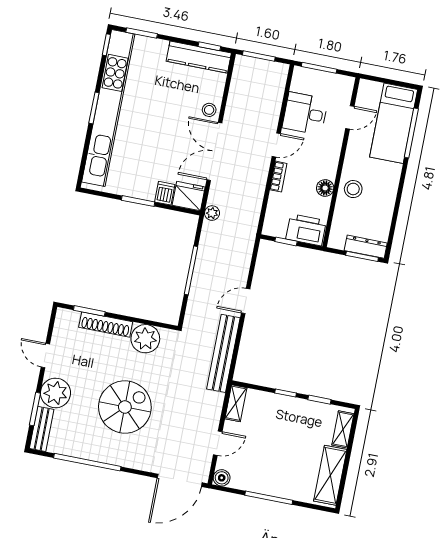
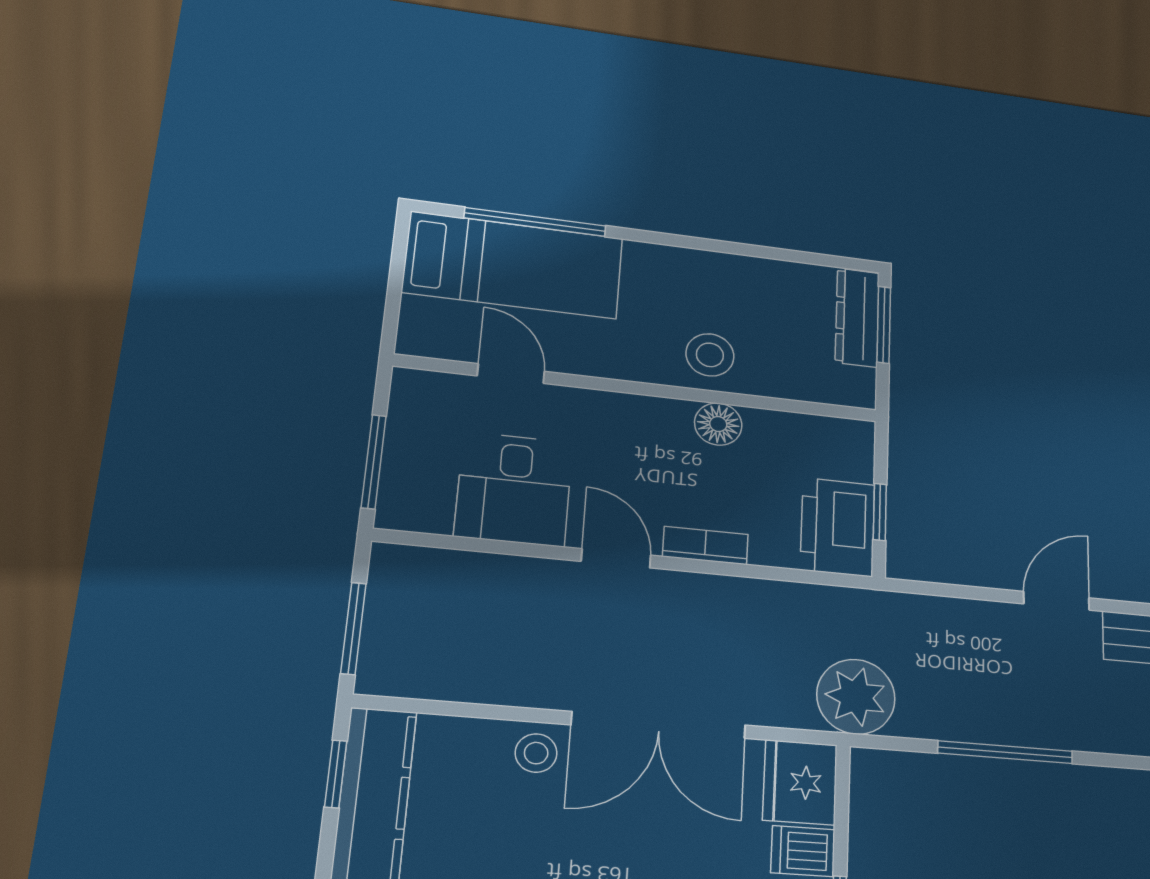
plant: (212, 213) -> (856, 697), width x1.87, depth x1.87
printer: (306, 230) -> (838, 527), moved
door: (246, 301) -> (1057, 601), swing flipped

